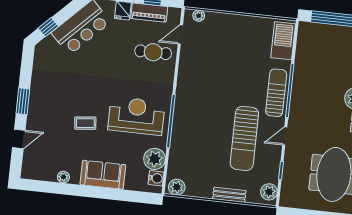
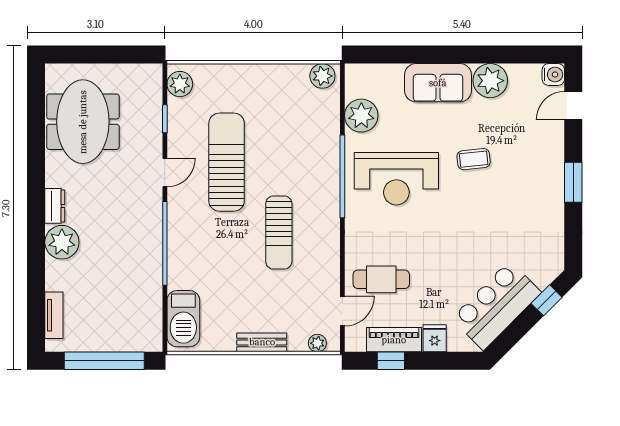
sun lounger: (276, 93) -> (279, 232), moved
door: (19, 139) -> (573, 106), moved
plant: (63, 177) -> (490, 81), width x1.87, depth x1.87
water cooler: (156, 178) -> (553, 74), moved, turned 180
bench: (229, 195) -> (262, 342), moved

